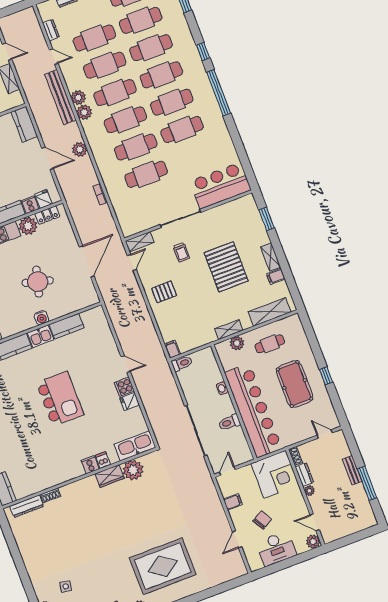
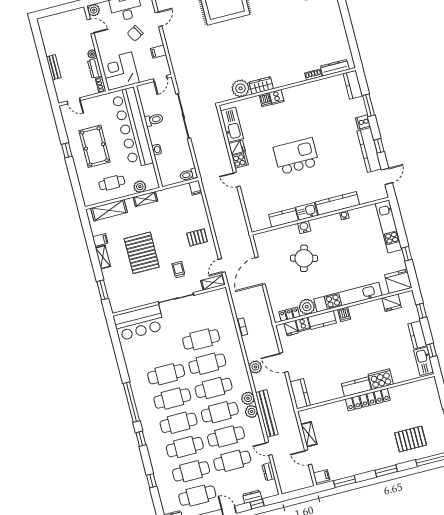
kitchen island: (60, 399) -> (296, 156), turned 90
kitchen sink: (135, 446) -> (232, 125), moved, turned -90
window: (367, 483) -> (42, 55), removed

